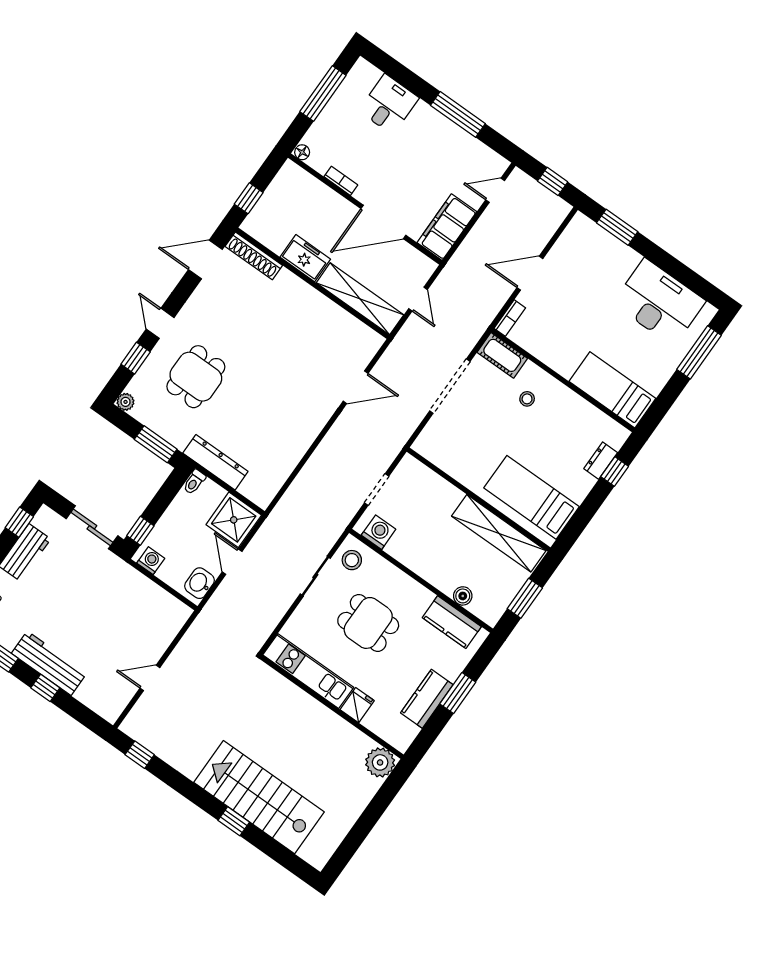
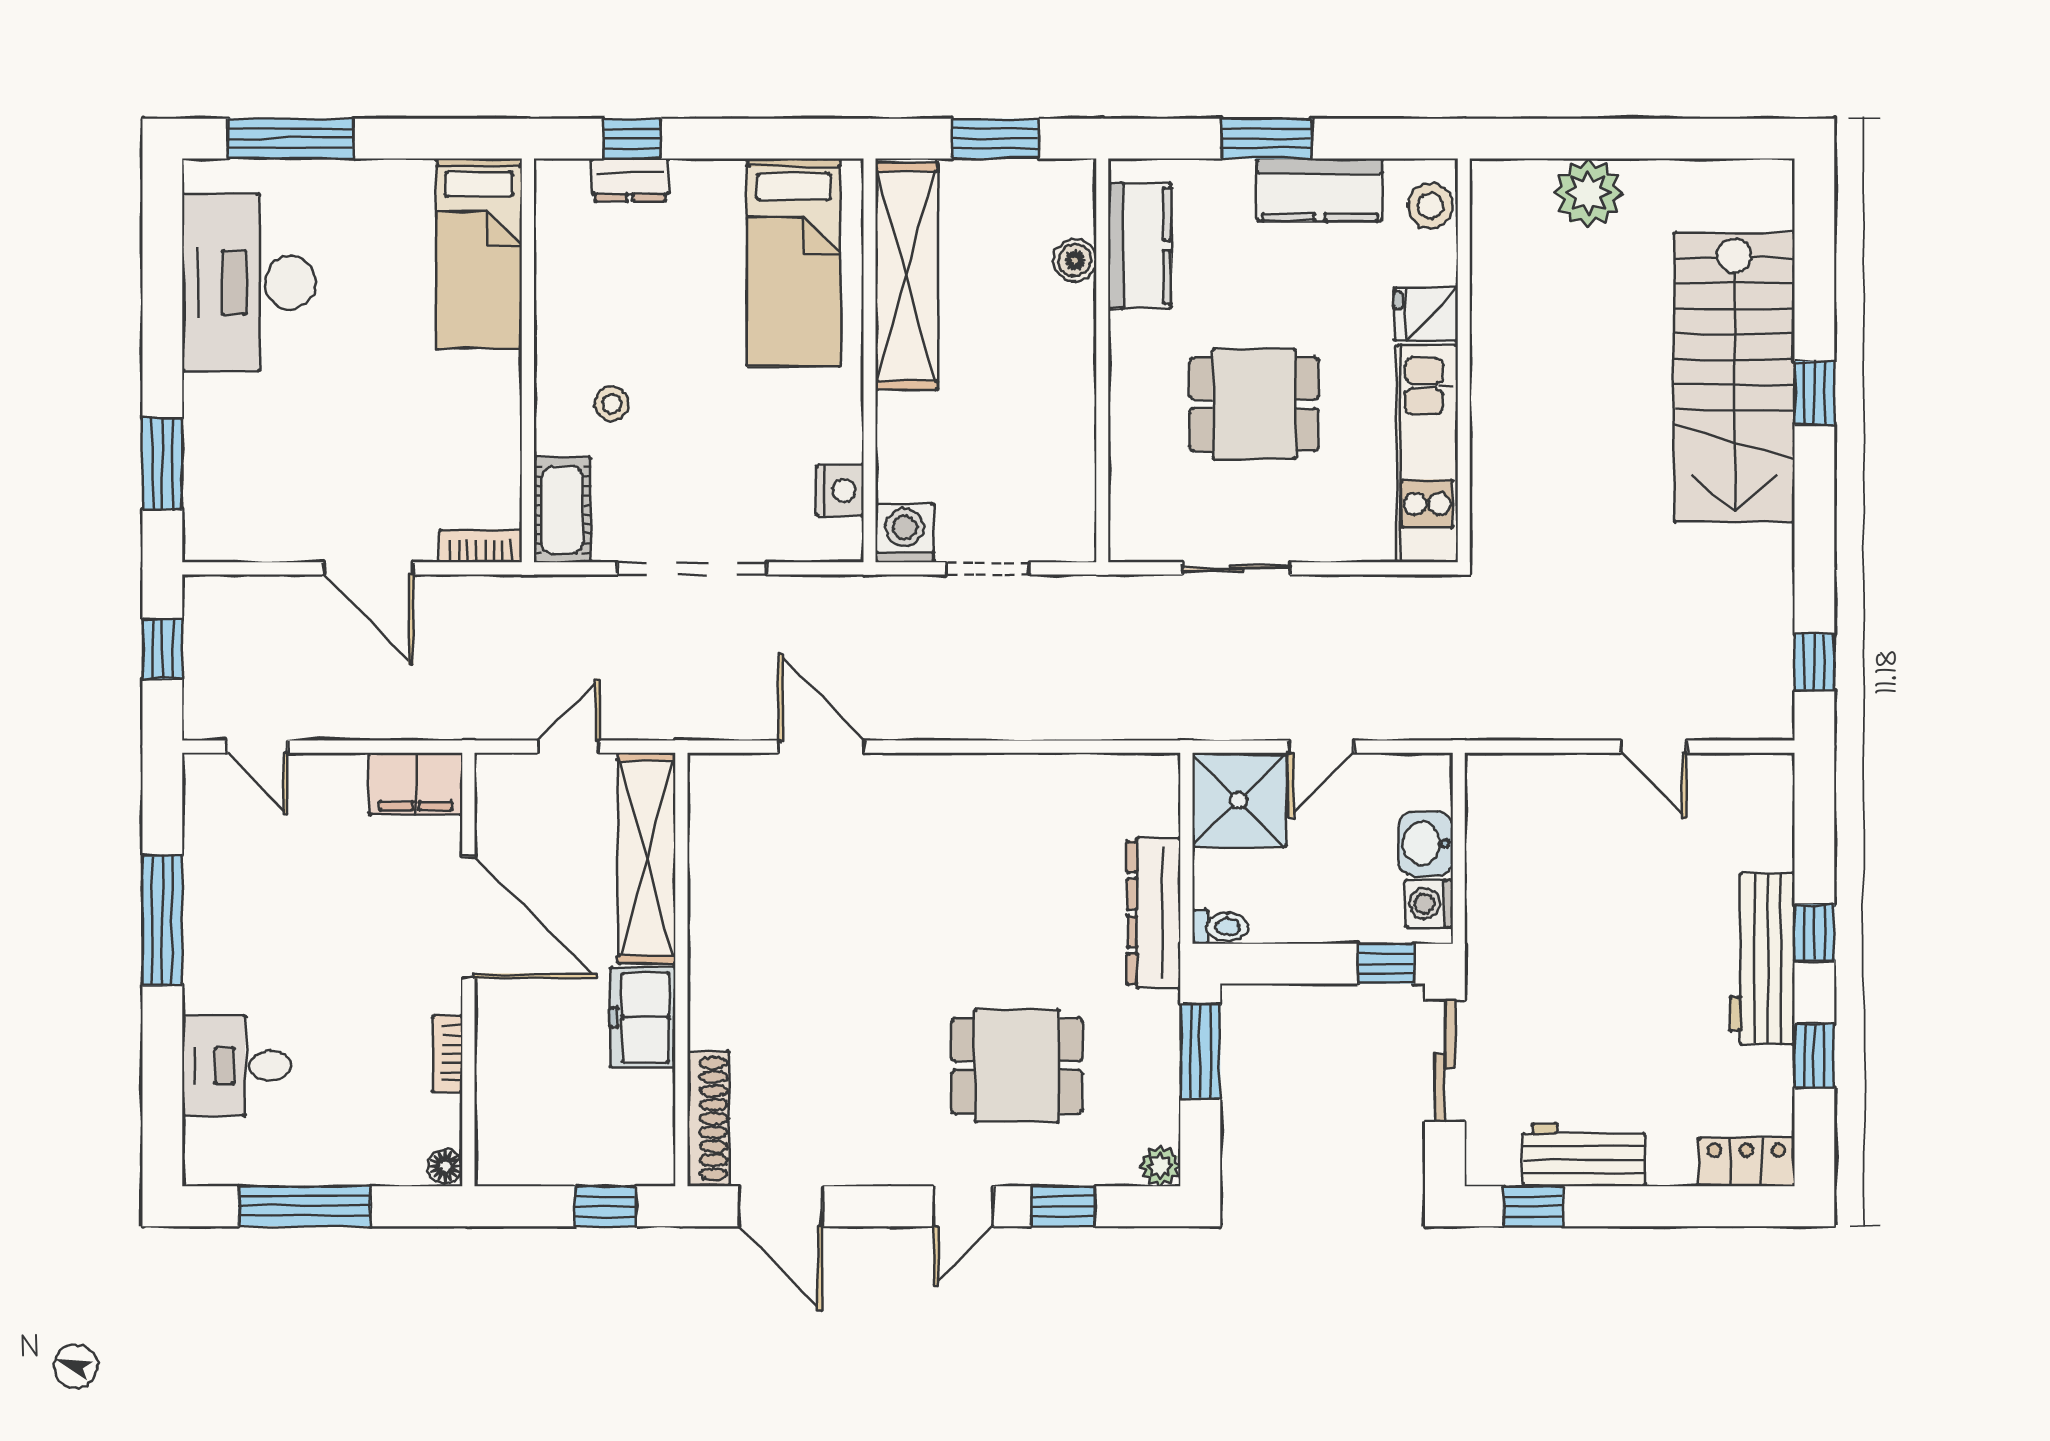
filing cabinet: (447, 227) -> (416, 784), width x0.67, depth x0.86
nightstand: (440, 457) -> (840, 491), added
washing machine: (379, 532) -> (905, 533), moved, turned 90
stool: (352, 560) -> (1431, 206), moved
washbasin: (199, 583) -> (1426, 844), moved, turned 90
dining table: (368, 623) -> (1254, 404), turned 90
plant: (380, 762) -> (1588, 193), moved

